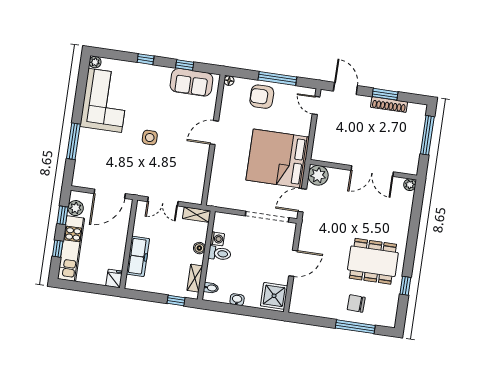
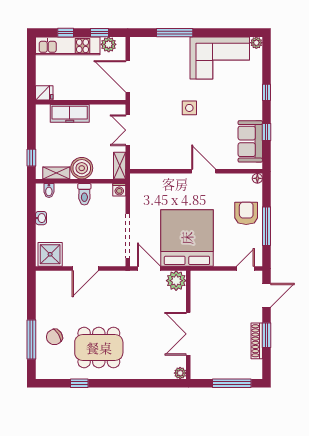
washing machine: (217, 239) -> (119, 190), moved
boiler: (199, 248) -> (82, 168), width x1.86, depth x1.86
dining table: (373, 261) -> (99, 348), turned 90
door: (293, 263) -> (85, 268), hinge flipped
chair: (356, 304) -> (54, 337), turned -124

